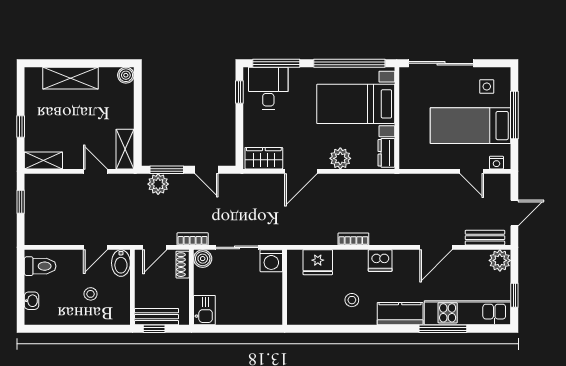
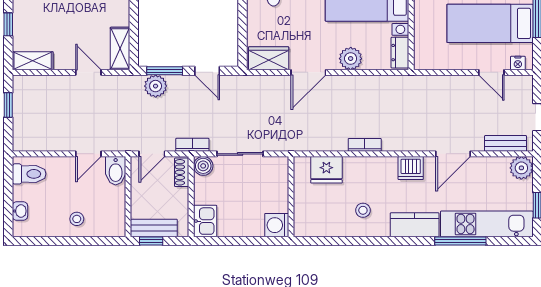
washing machine: (271, 261) -> (277, 225), moved, turned 90
dishwasher: (380, 261) -> (411, 168), moved
stool: (91, 294) -> (77, 219), moved

